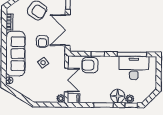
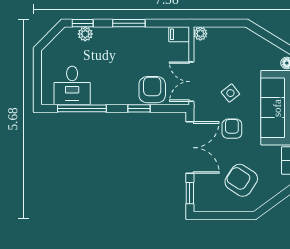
armchair: (90, 65) -> (152, 90), turned -90
desk: (134, 68) -> (72, 85), width x0.73
double door: (66, 80) -> (191, 82), moved
floor lamp: (118, 96) -> (106, 38), removed

